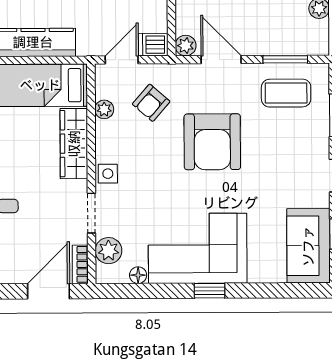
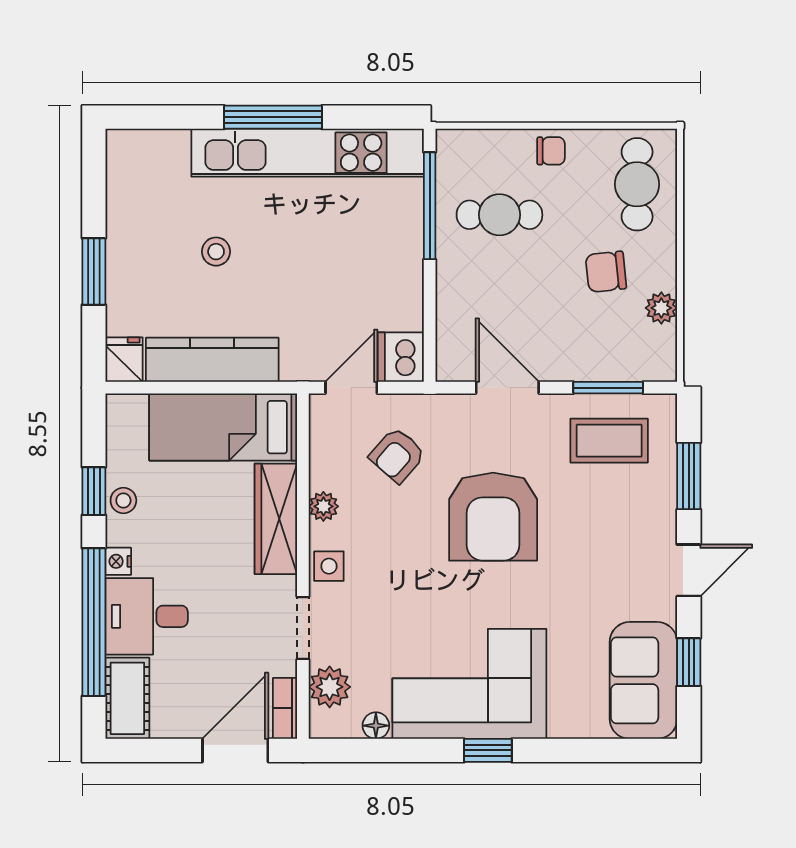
dishwasher: (153, 45) -> (401, 357), width x1.38
plant: (186, 46) -> (452, 366), removed
plant: (104, 109) -> (323, 506), moved

